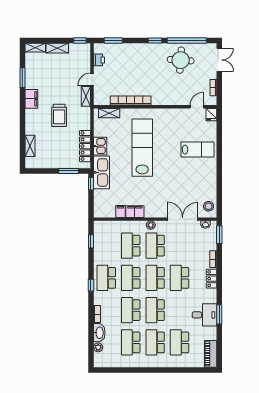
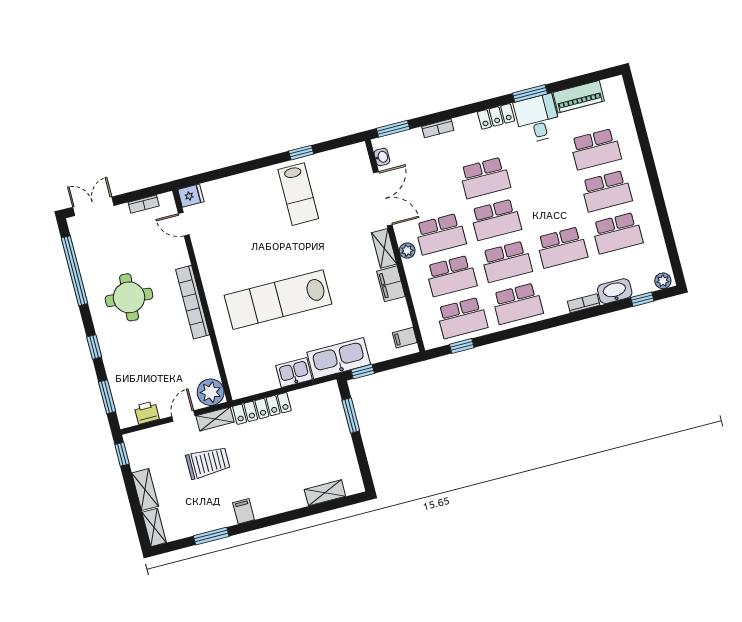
window: (155, 40) -> (94, 347), moved
round table: (181, 60) -> (129, 297), moved
door: (92, 79) -> (183, 416), swing flipped
plant: (101, 98) -> (211, 392), added
filing cabinet: (31, 99) -> (244, 511), width x0.50
bookcase: (131, 101) -> (193, 302), moved
shelving: (109, 113) -> (384, 248), moved
trolley: (59, 115) -> (208, 463), moved
locker: (85, 146) -> (262, 408), moved
lab bench: (197, 150) -> (298, 194), moved, turned 180
window: (219, 181) -> (301, 153), added
stool: (209, 206) -> (349, 160), removed
filing cabinet: (120, 211) -> (405, 338), moved
double door: (183, 219) -> (383, 199), swing flipped
locker: (211, 279) -> (496, 116), moved
window: (91, 285) -> (642, 299), moved
school desk: (155, 310) -> (462, 318), moved
plant: (98, 347) -> (663, 281), moved
piano: (211, 354) -> (579, 97), moved

